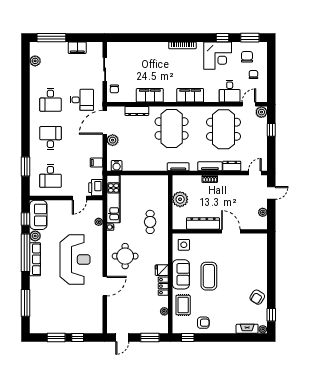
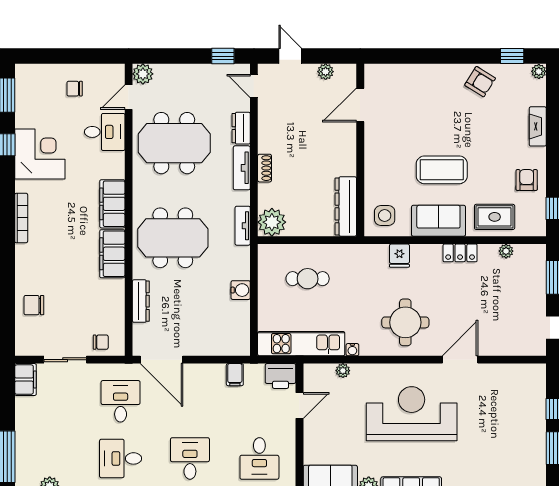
filing cabinet: (77, 48) -> (26, 380), moved
chair: (247, 57) -> (34, 305), moved
filing cabinet: (150, 95) -> (112, 254), moved
desk: (50, 100) -> (121, 458), turned 180
door: (249, 104) -> (129, 97), hinge flipped
window: (271, 130) -> (223, 56), moved
desk: (50, 138) -> (190, 458), turned 90
plant: (113, 140) -> (194, 345), removed
water cooler: (117, 166) -> (241, 290), moved
desk: (50, 176) -> (259, 458), turned 90
door: (80, 198) -> (299, 405), hinge flipped
plant: (180, 199) -> (272, 222), moved
cafe table: (150, 222) -> (308, 279), moved
dresser: (203, 223) -> (346, 206), moved
door: (231, 231) -> (360, 105), moved
fridge: (162, 270) -> (399, 256), moved
door: (105, 286) -> (460, 360), hinge flipped
fireplace: (247, 329) -> (538, 126), moved

